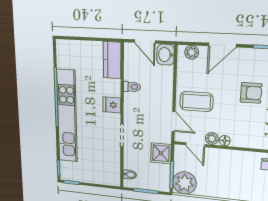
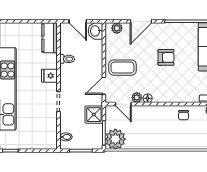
door: (173, 122) -> (104, 86), swing flipped

